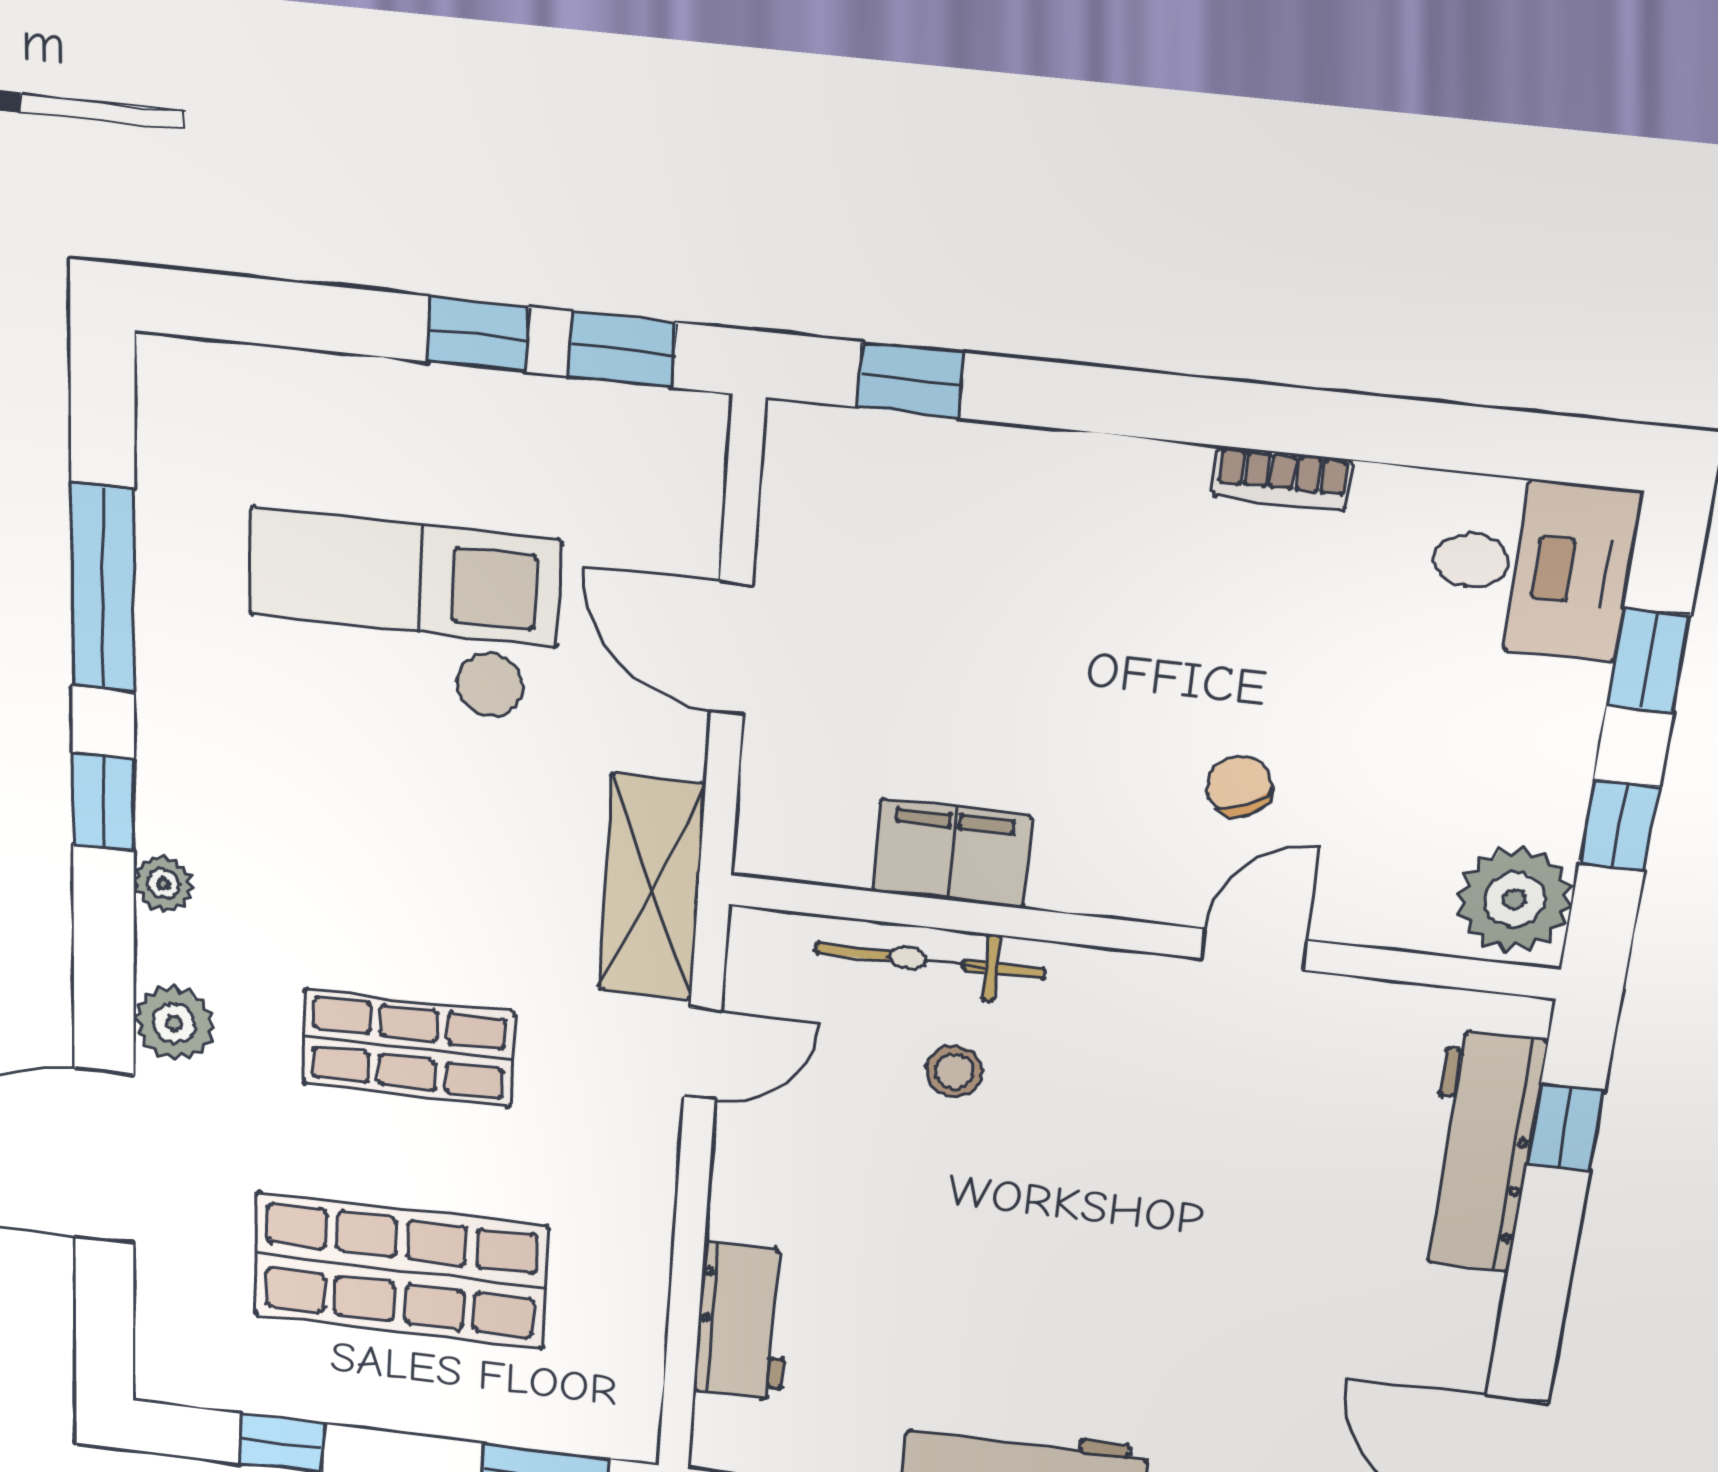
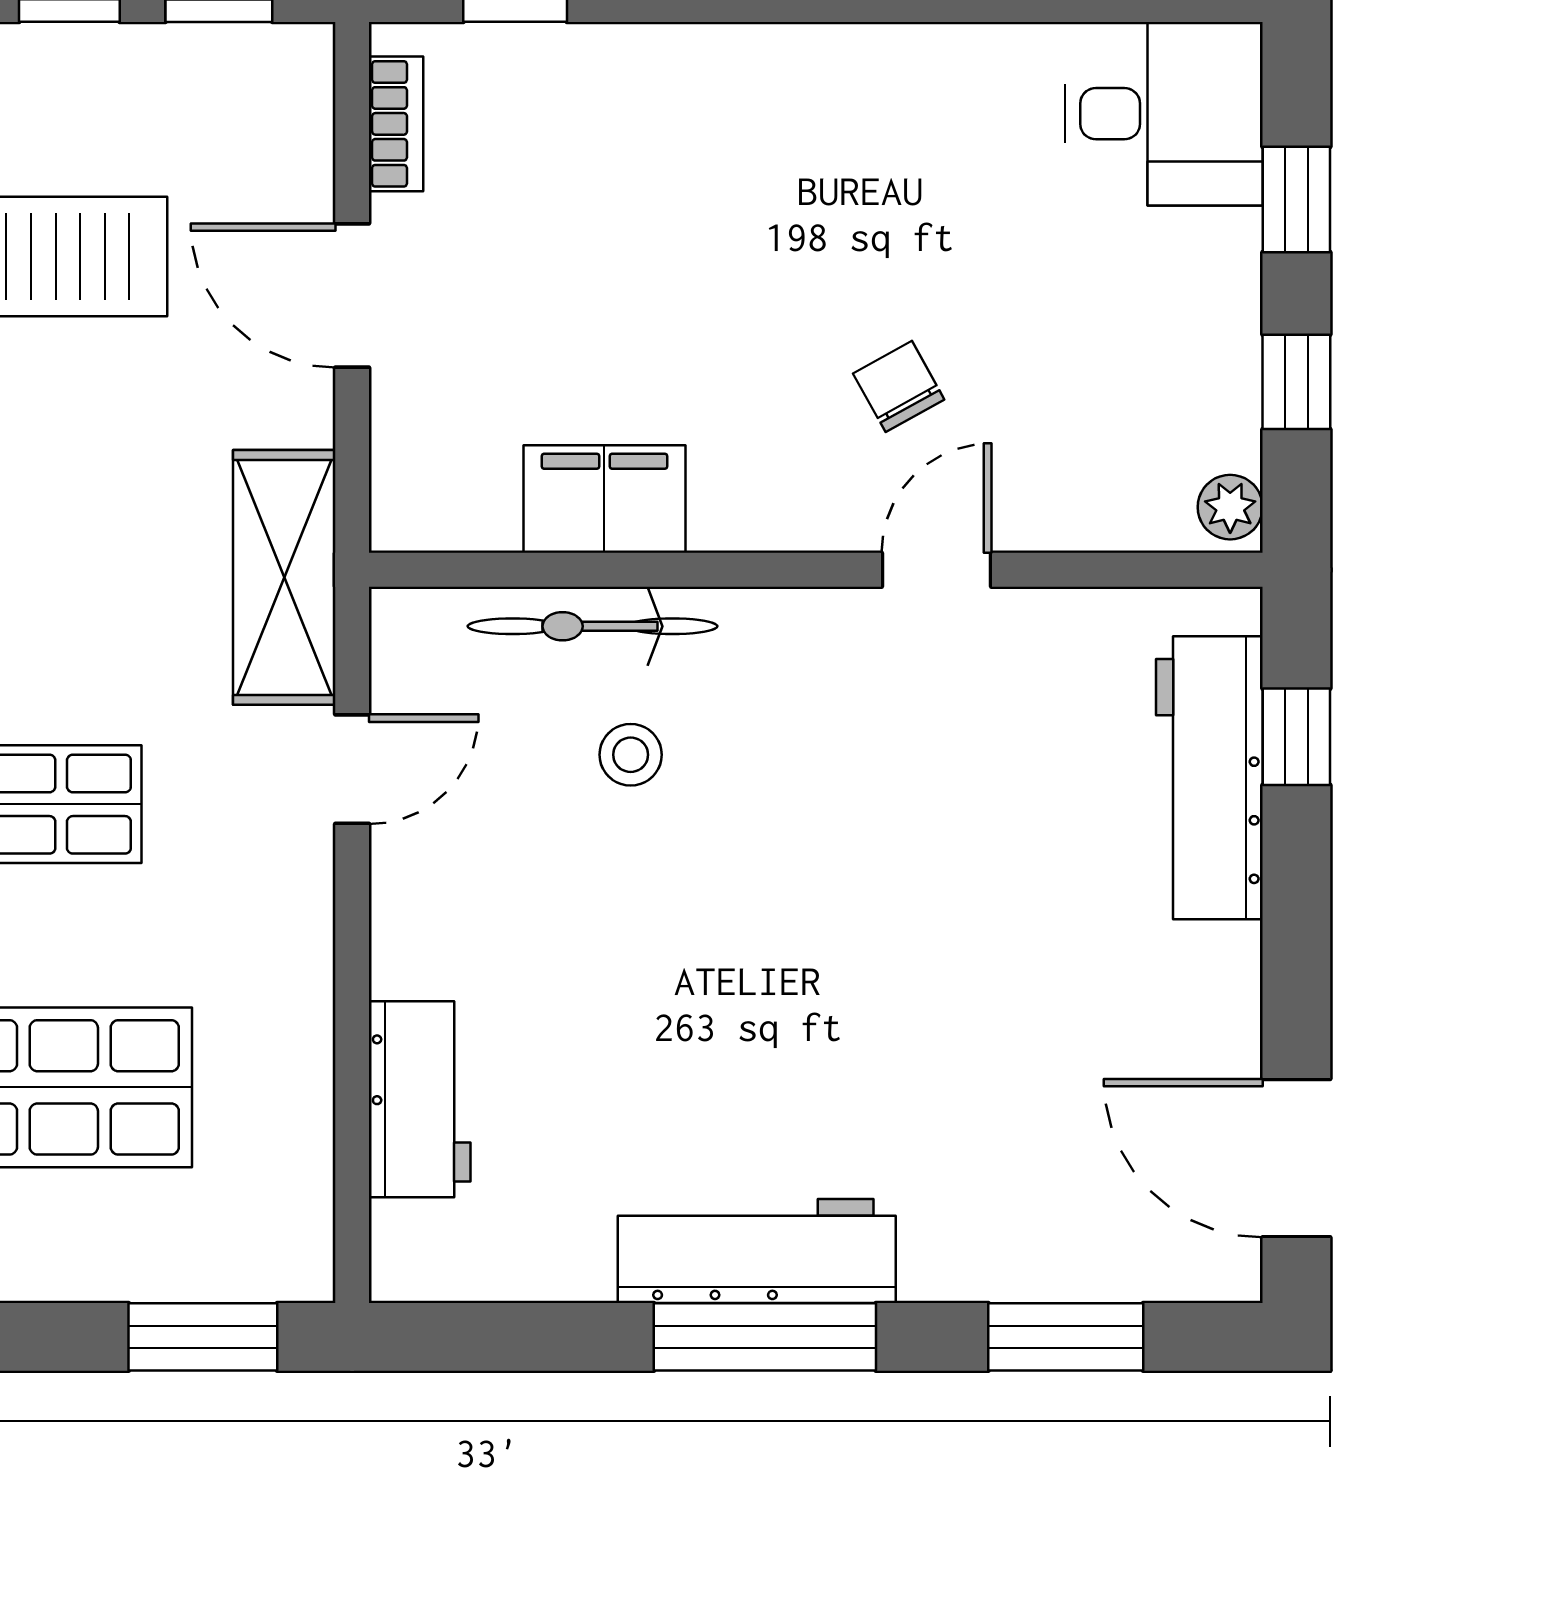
bookcase: (1282, 478) -> (396, 124), moved, turned -90
plant: (1515, 900) -> (1230, 507), width x0.53, depth x0.53

